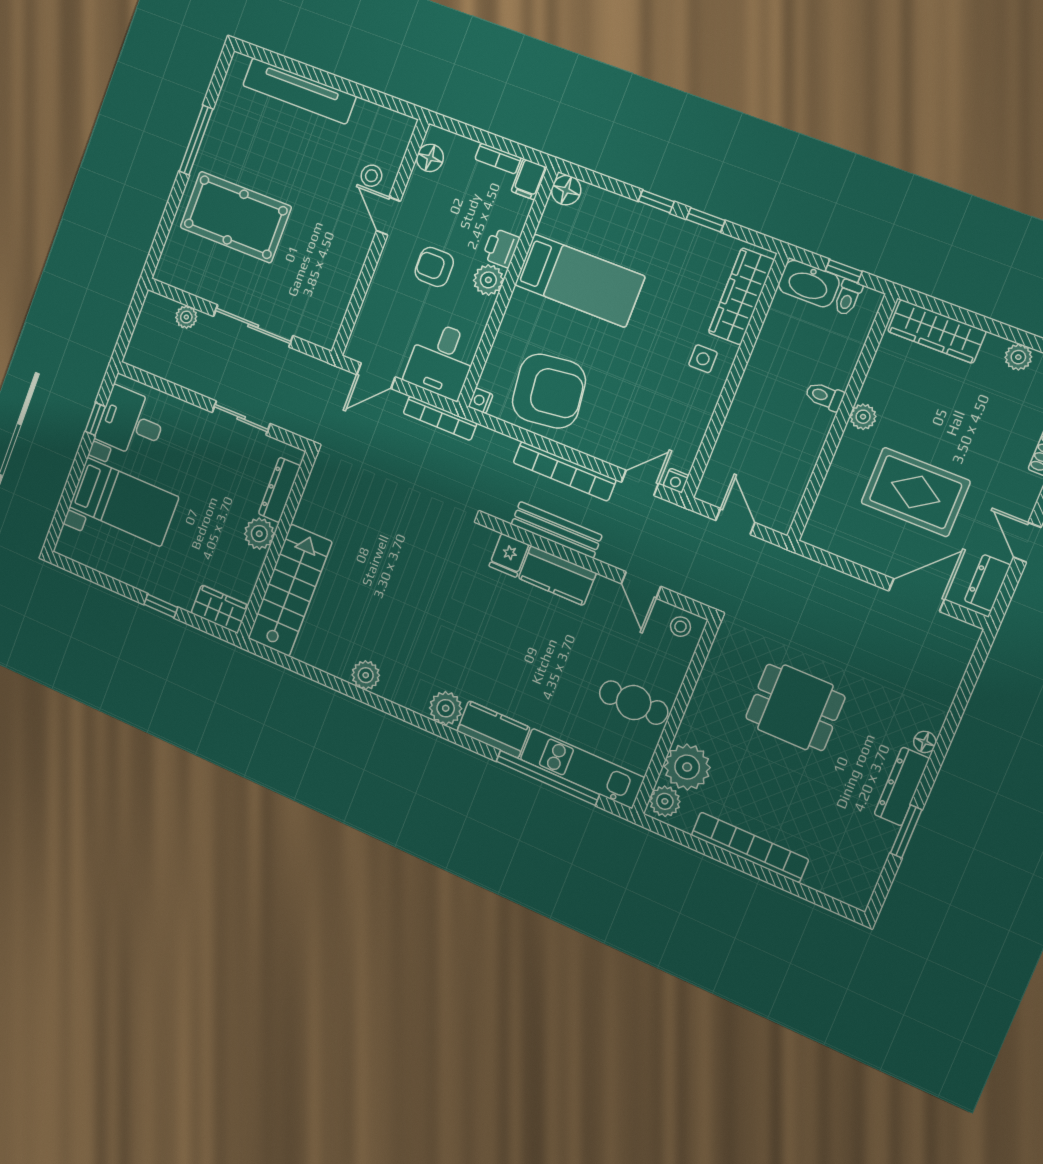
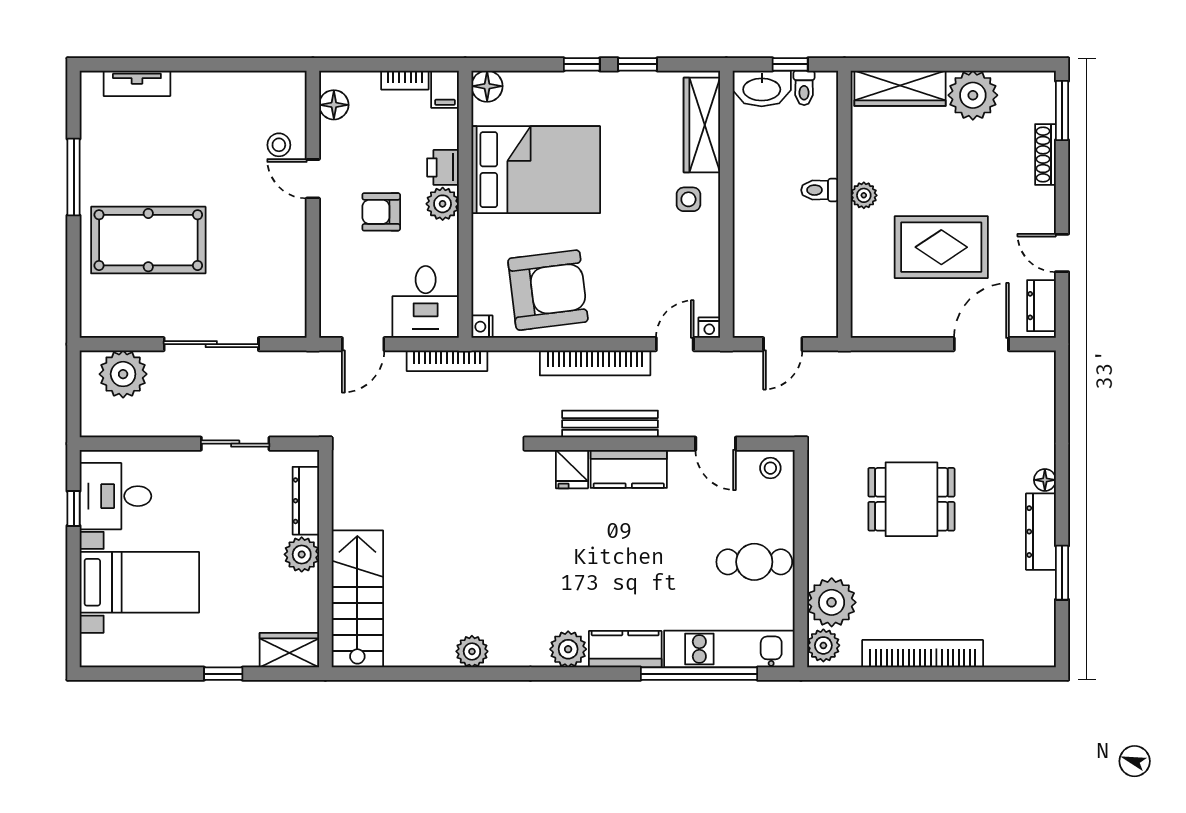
tv unit: (299, 91) -> (137, 83), width x0.52, depth x0.78
bed: (580, 281) -> (536, 170), width x1.50
plant: (186, 317) -> (123, 374), width x1.88, depth x1.88
plant: (1018, 357) -> (973, 95), width x1.88, depth x1.88
door: (735, 522) -> (783, 344), swing flipped

